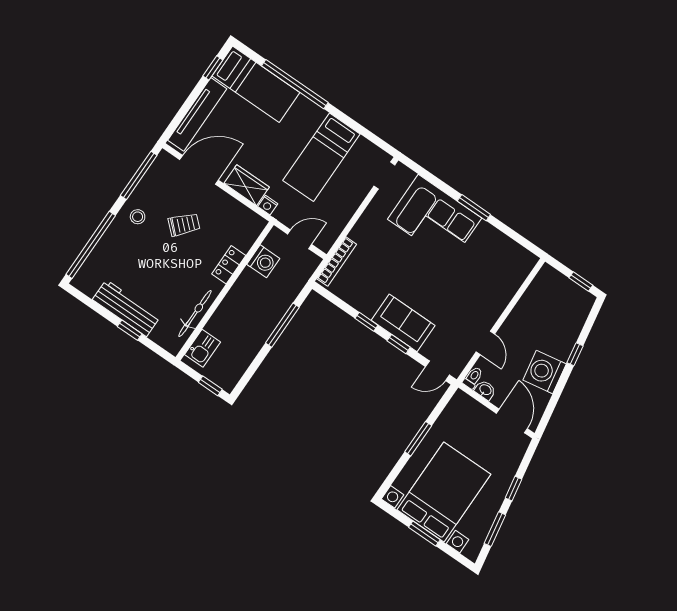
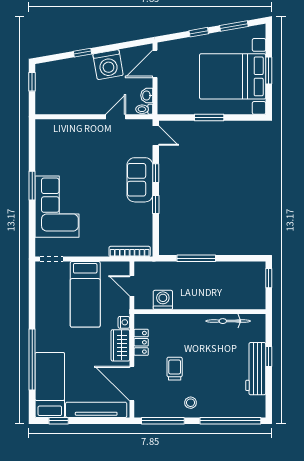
bed: (321, 157) -> (85, 294), moved, turned 90
trolley: (184, 225) -> (175, 369), turned 47
locker: (229, 265) -> (141, 342), moved, turned -90
kitchen sink: (202, 348) -> (248, 300), removed

